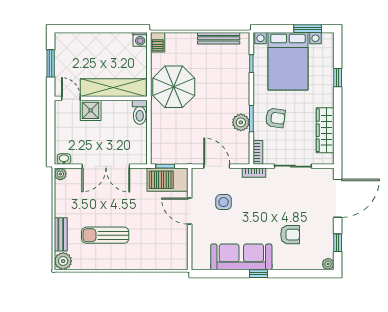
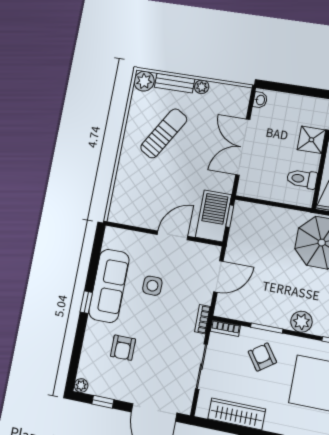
toilet: (140, 112) -> (302, 179), moved
armchair: (275, 118) -> (262, 357), turned 137
plant: (241, 122) -> (301, 322), moved
plant: (60, 174) -> (202, 87), moved
side table: (224, 202) -> (152, 286), moved
sun lounger: (105, 235) -> (164, 133), turned 31

